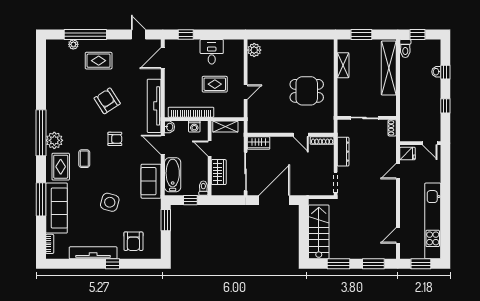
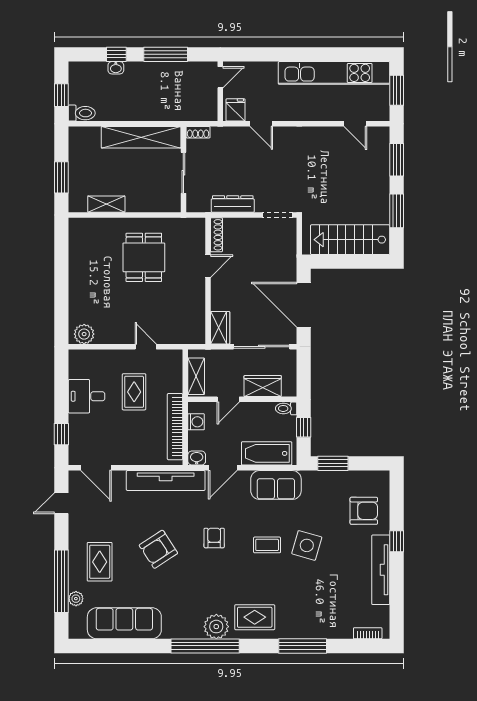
shelving: (389, 68) -> (141, 137), moved
window: (445, 106) -> (166, 54), width x2.17
coffee table: (84, 159) -> (267, 545), moved
sofa: (57, 208) -> (124, 623), moved

